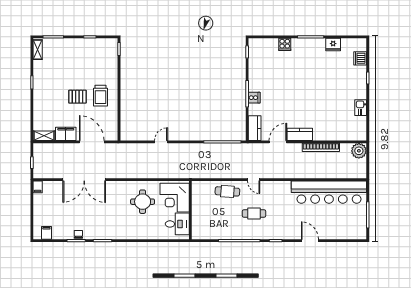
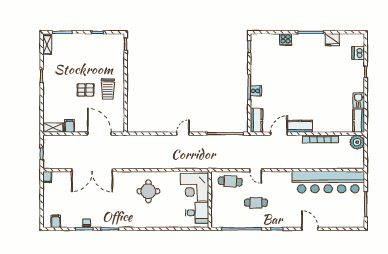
kitchen counter: (360, 129) -> (359, 121), added
filing cabinet: (66, 134) -> (69, 126), width x0.50
door: (161, 142) -> (183, 134), moved
corner desk: (175, 198) -> (194, 187), moved
wall: (190, 210) -> (210, 199), moved
desk: (177, 224) -> (197, 213), moved

